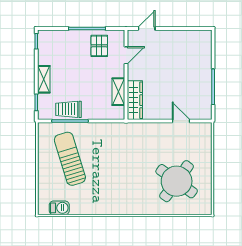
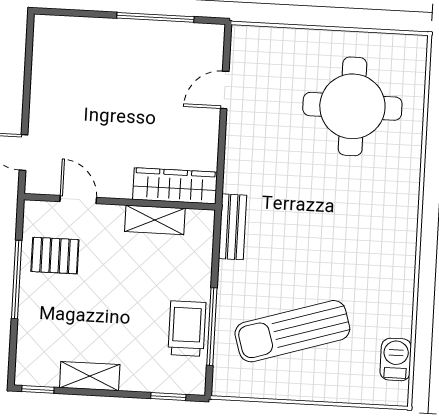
shelving: (44, 79) -> (90, 376), moved
trolley: (68, 109) -> (187, 329), turned 180
bench: (117, 128) -> (233, 227), added
round table: (177, 181) -> (352, 106), turned -36

